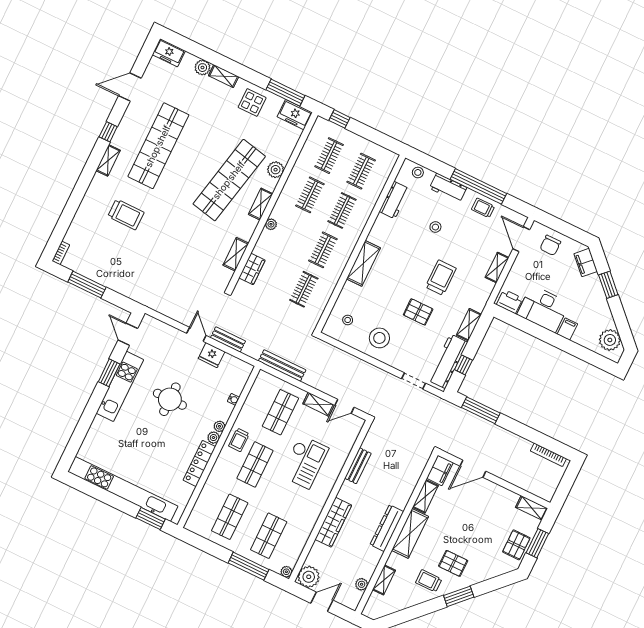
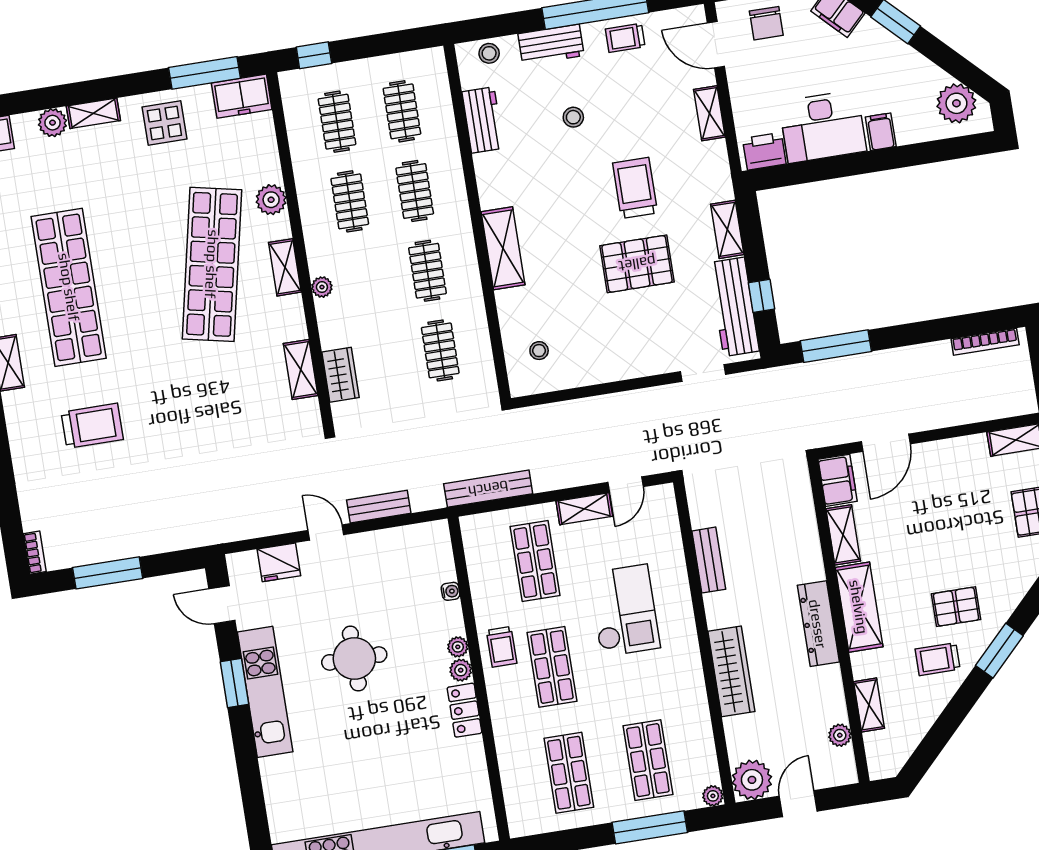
pallet: (418, 312) -> (637, 264), width x1.50, depth x1.42
stool: (379, 338) -> (606, 344), removed
fridge: (211, 355) -> (279, 562), moved
locker: (199, 463) -> (465, 710), width x0.66

